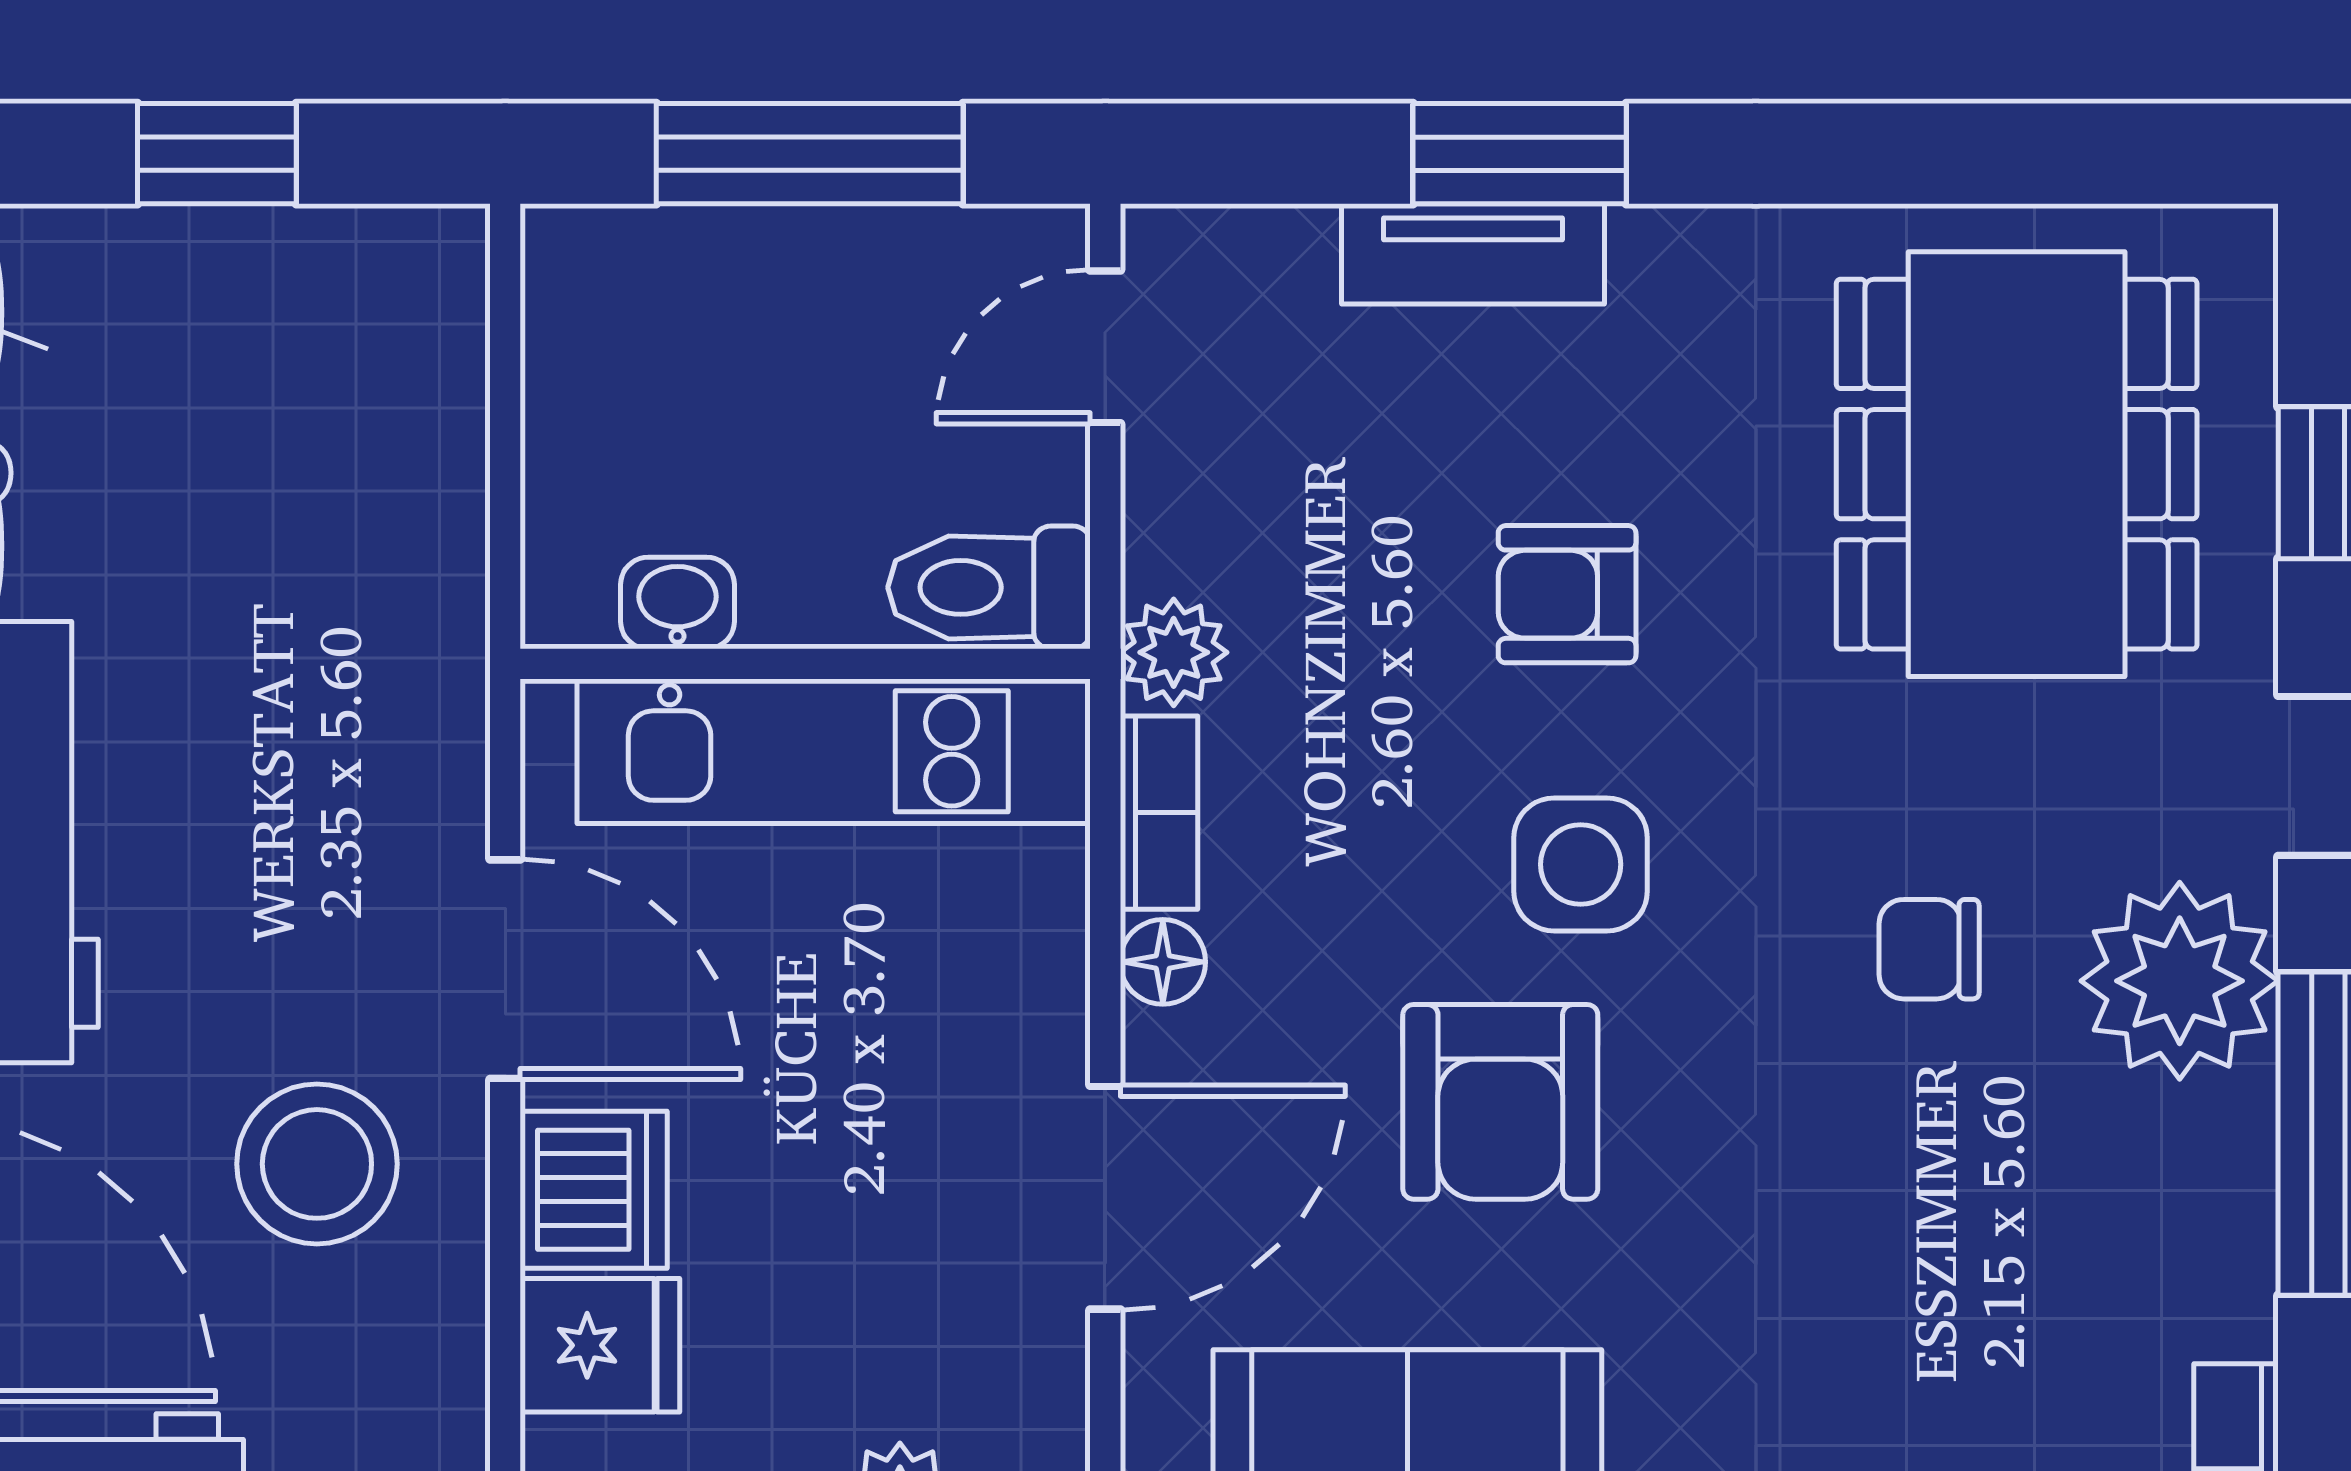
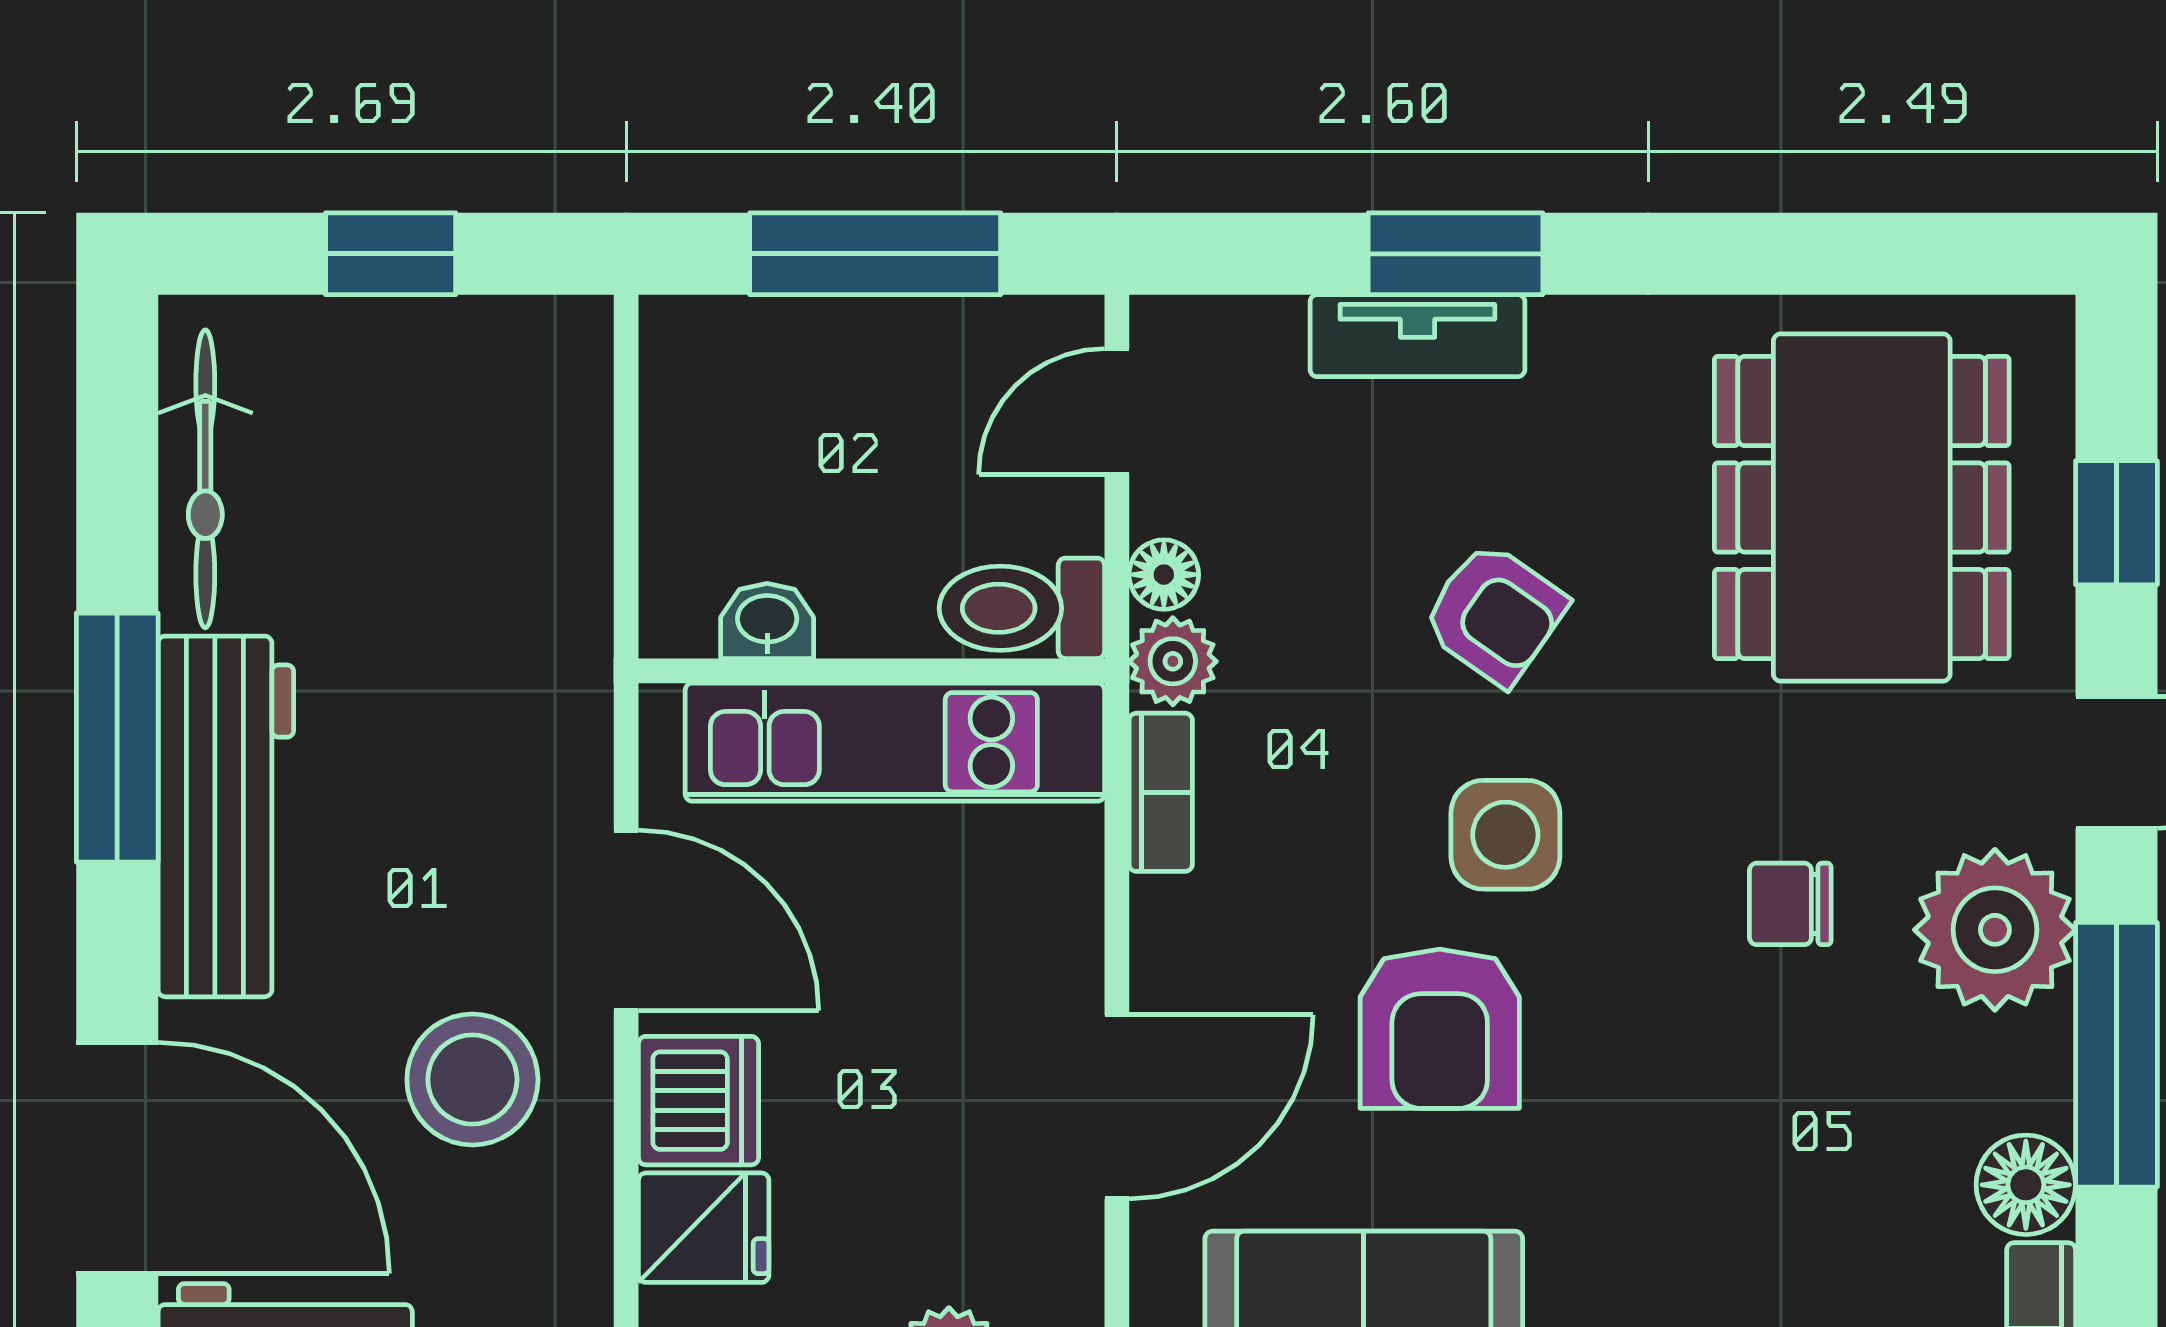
armchair: (1567, 594) -> (1494, 614), turned -145
floor lamp: (1163, 962) -> (1164, 575), moved
floor lamp: (2217, 1293) -> (2026, 1185), added

